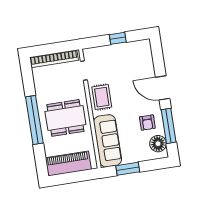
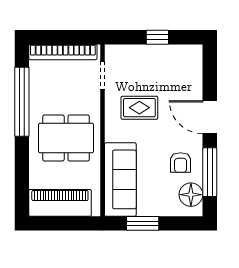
rug: (102, 97) -> (139, 108), moved, turned 90
window: (34, 120) -> (22, 102), moved

